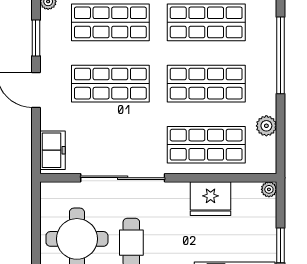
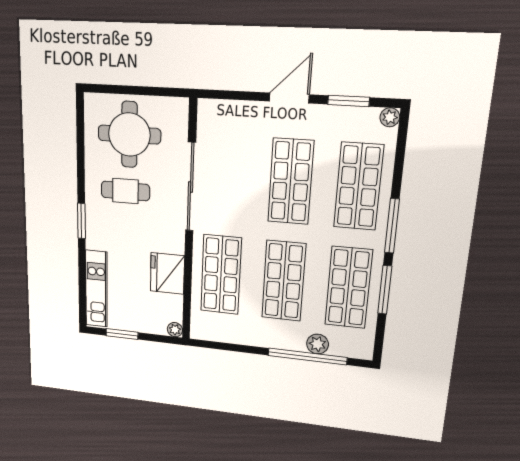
plant: (266, 126) -> (317, 344), moved
freezer: (52, 150) -> (222, 113), removed

